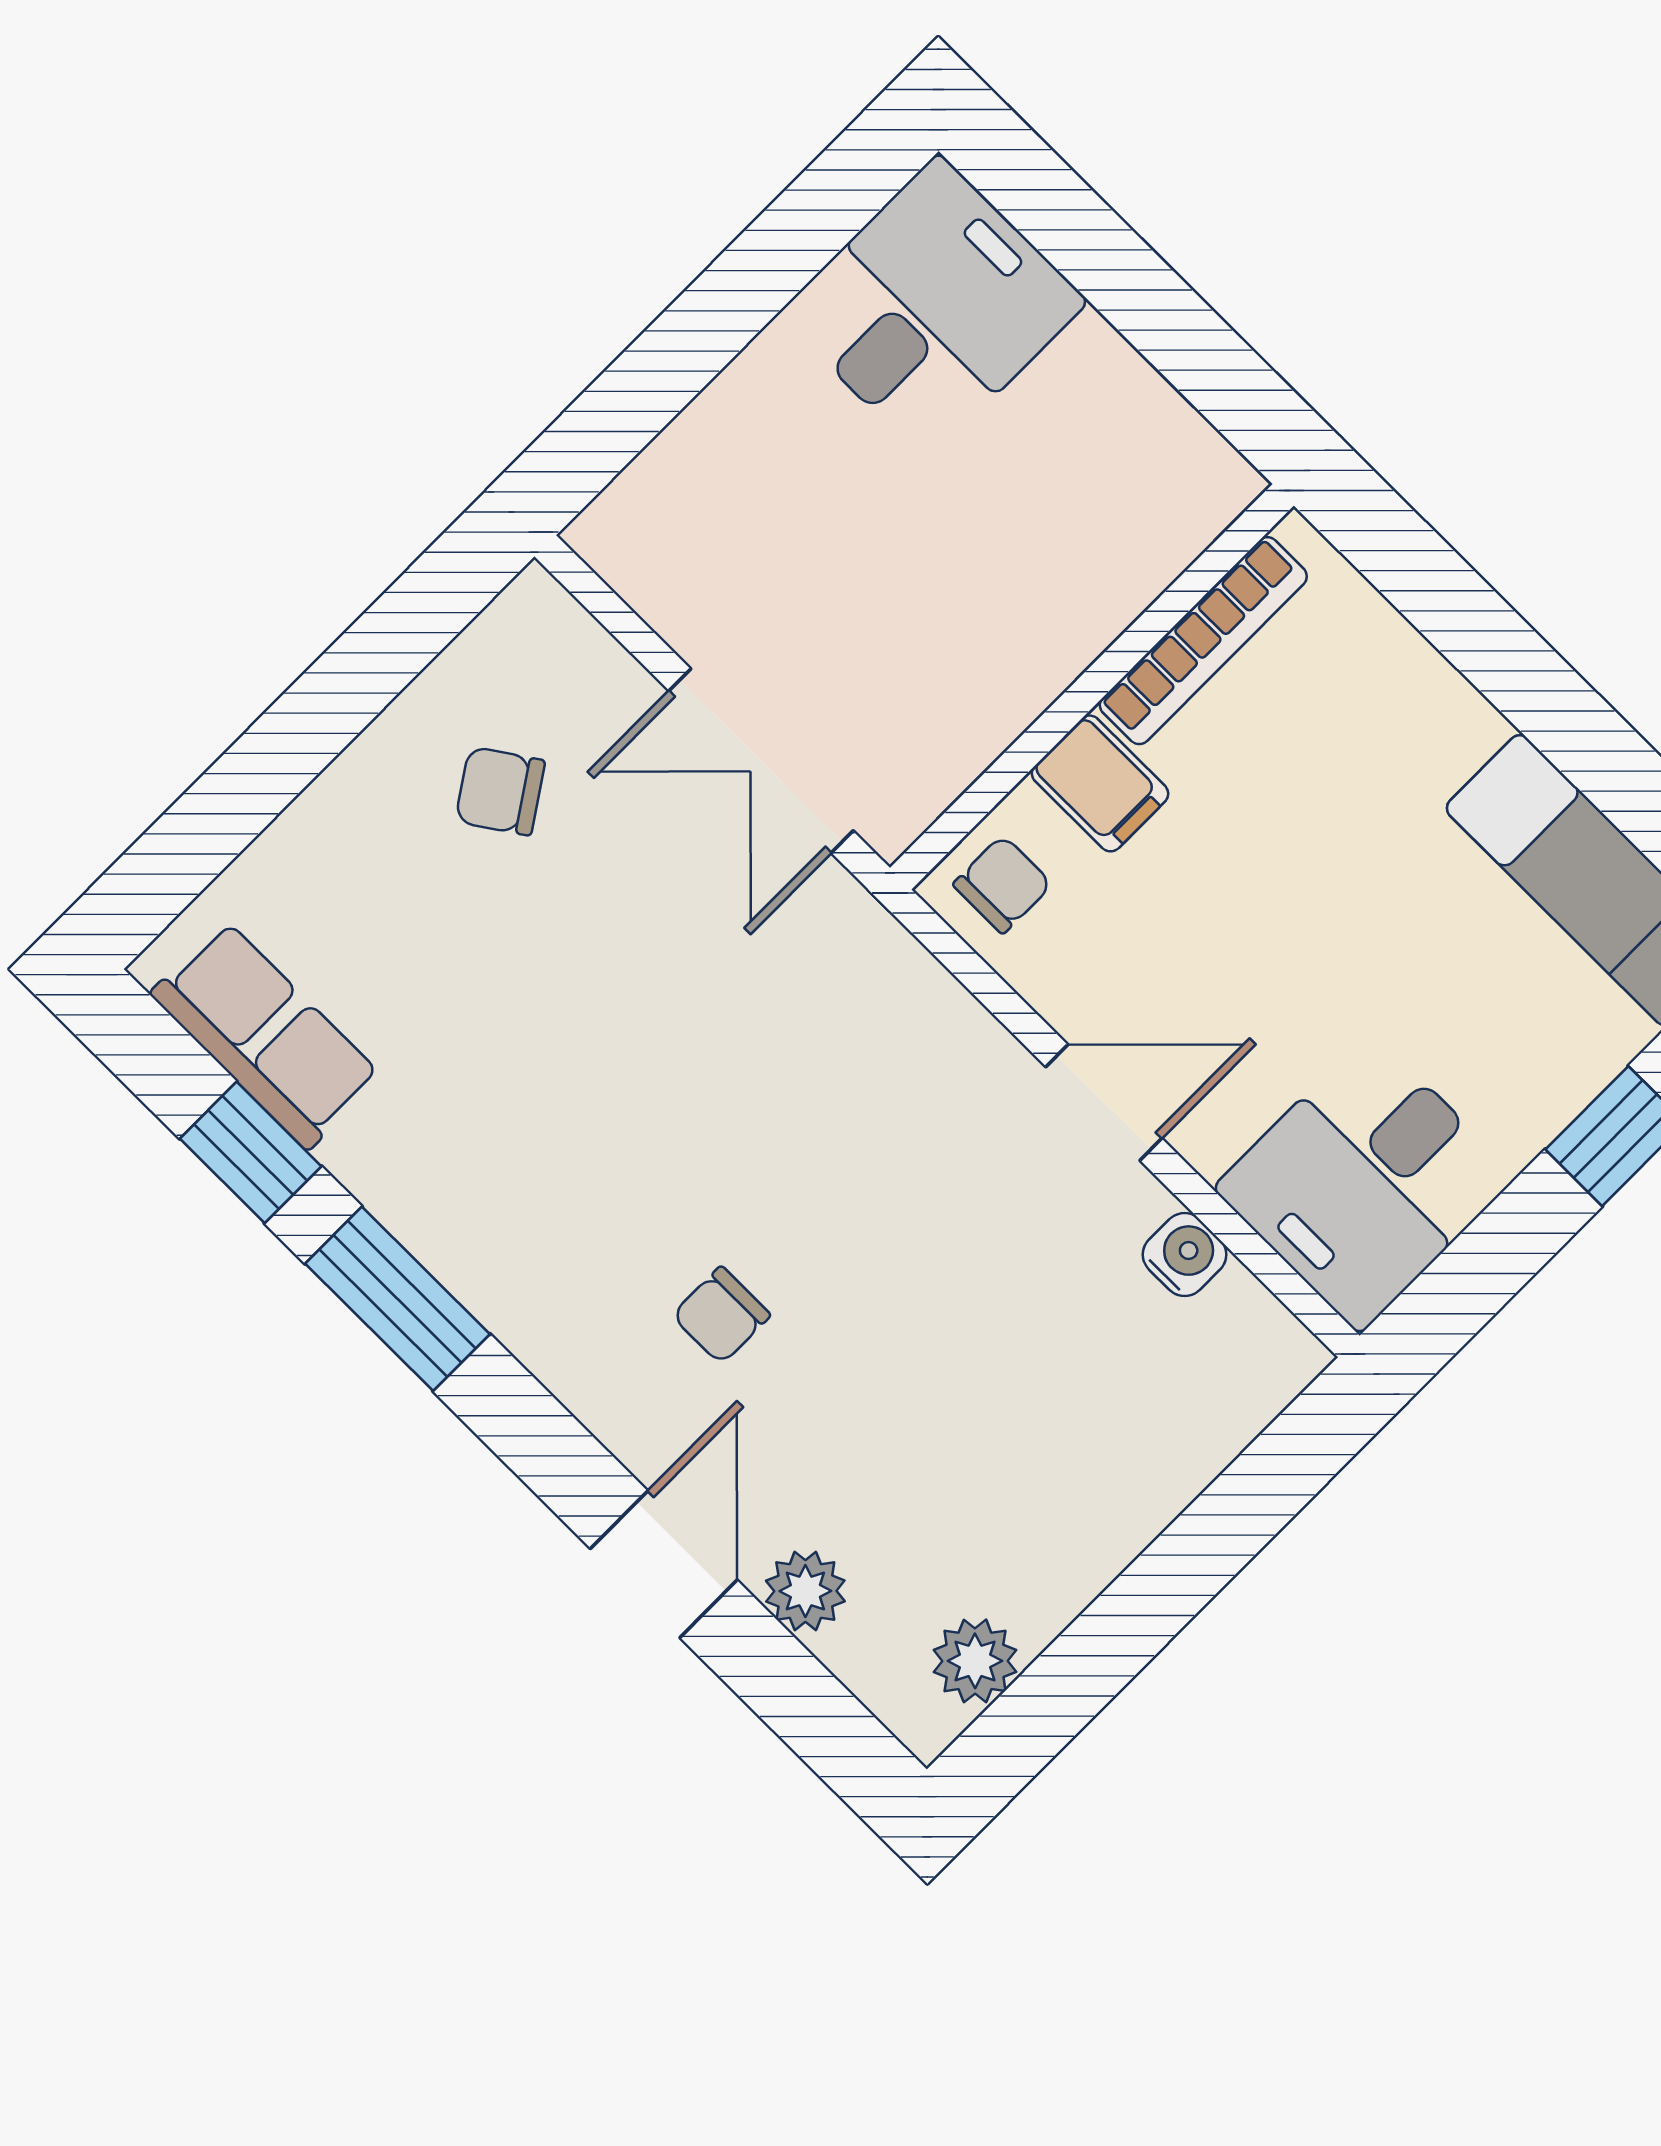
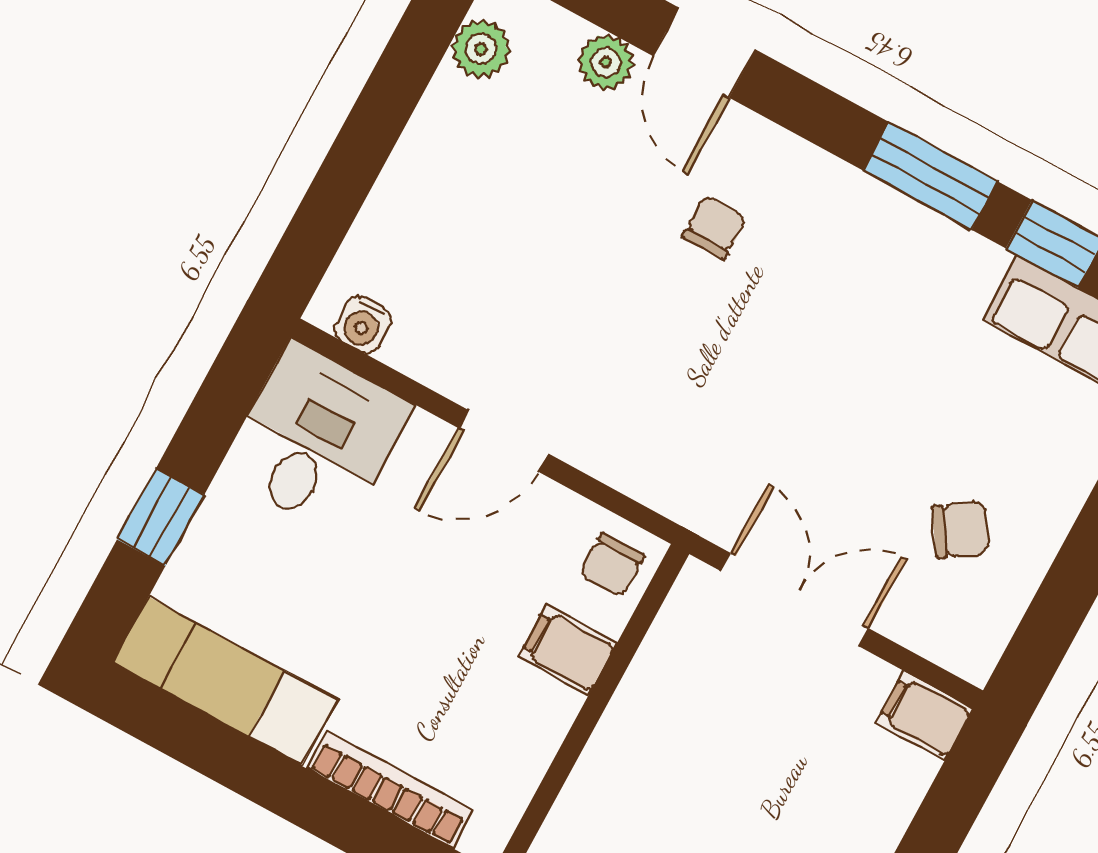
filing cabinet: (627, 545) -> (924, 716), added
bookcase: (1203, 641) -> (390, 790), moved, turned 90
water cooler: (1185, 1255) -> (363, 325), moved

